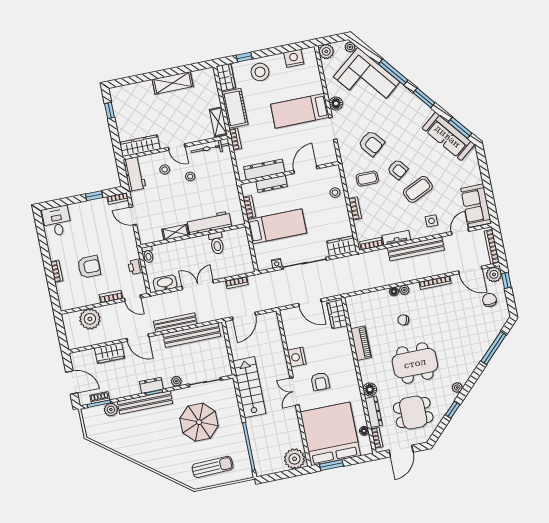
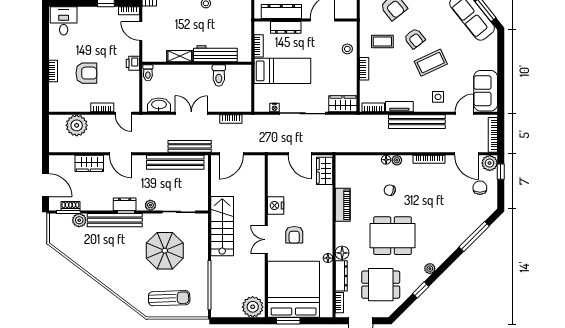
printer: (135, 267) -> (133, 63), moved
bench: (175, 323) -> (190, 146), moved
floor lamp: (364, 431) -> (328, 258), moved

